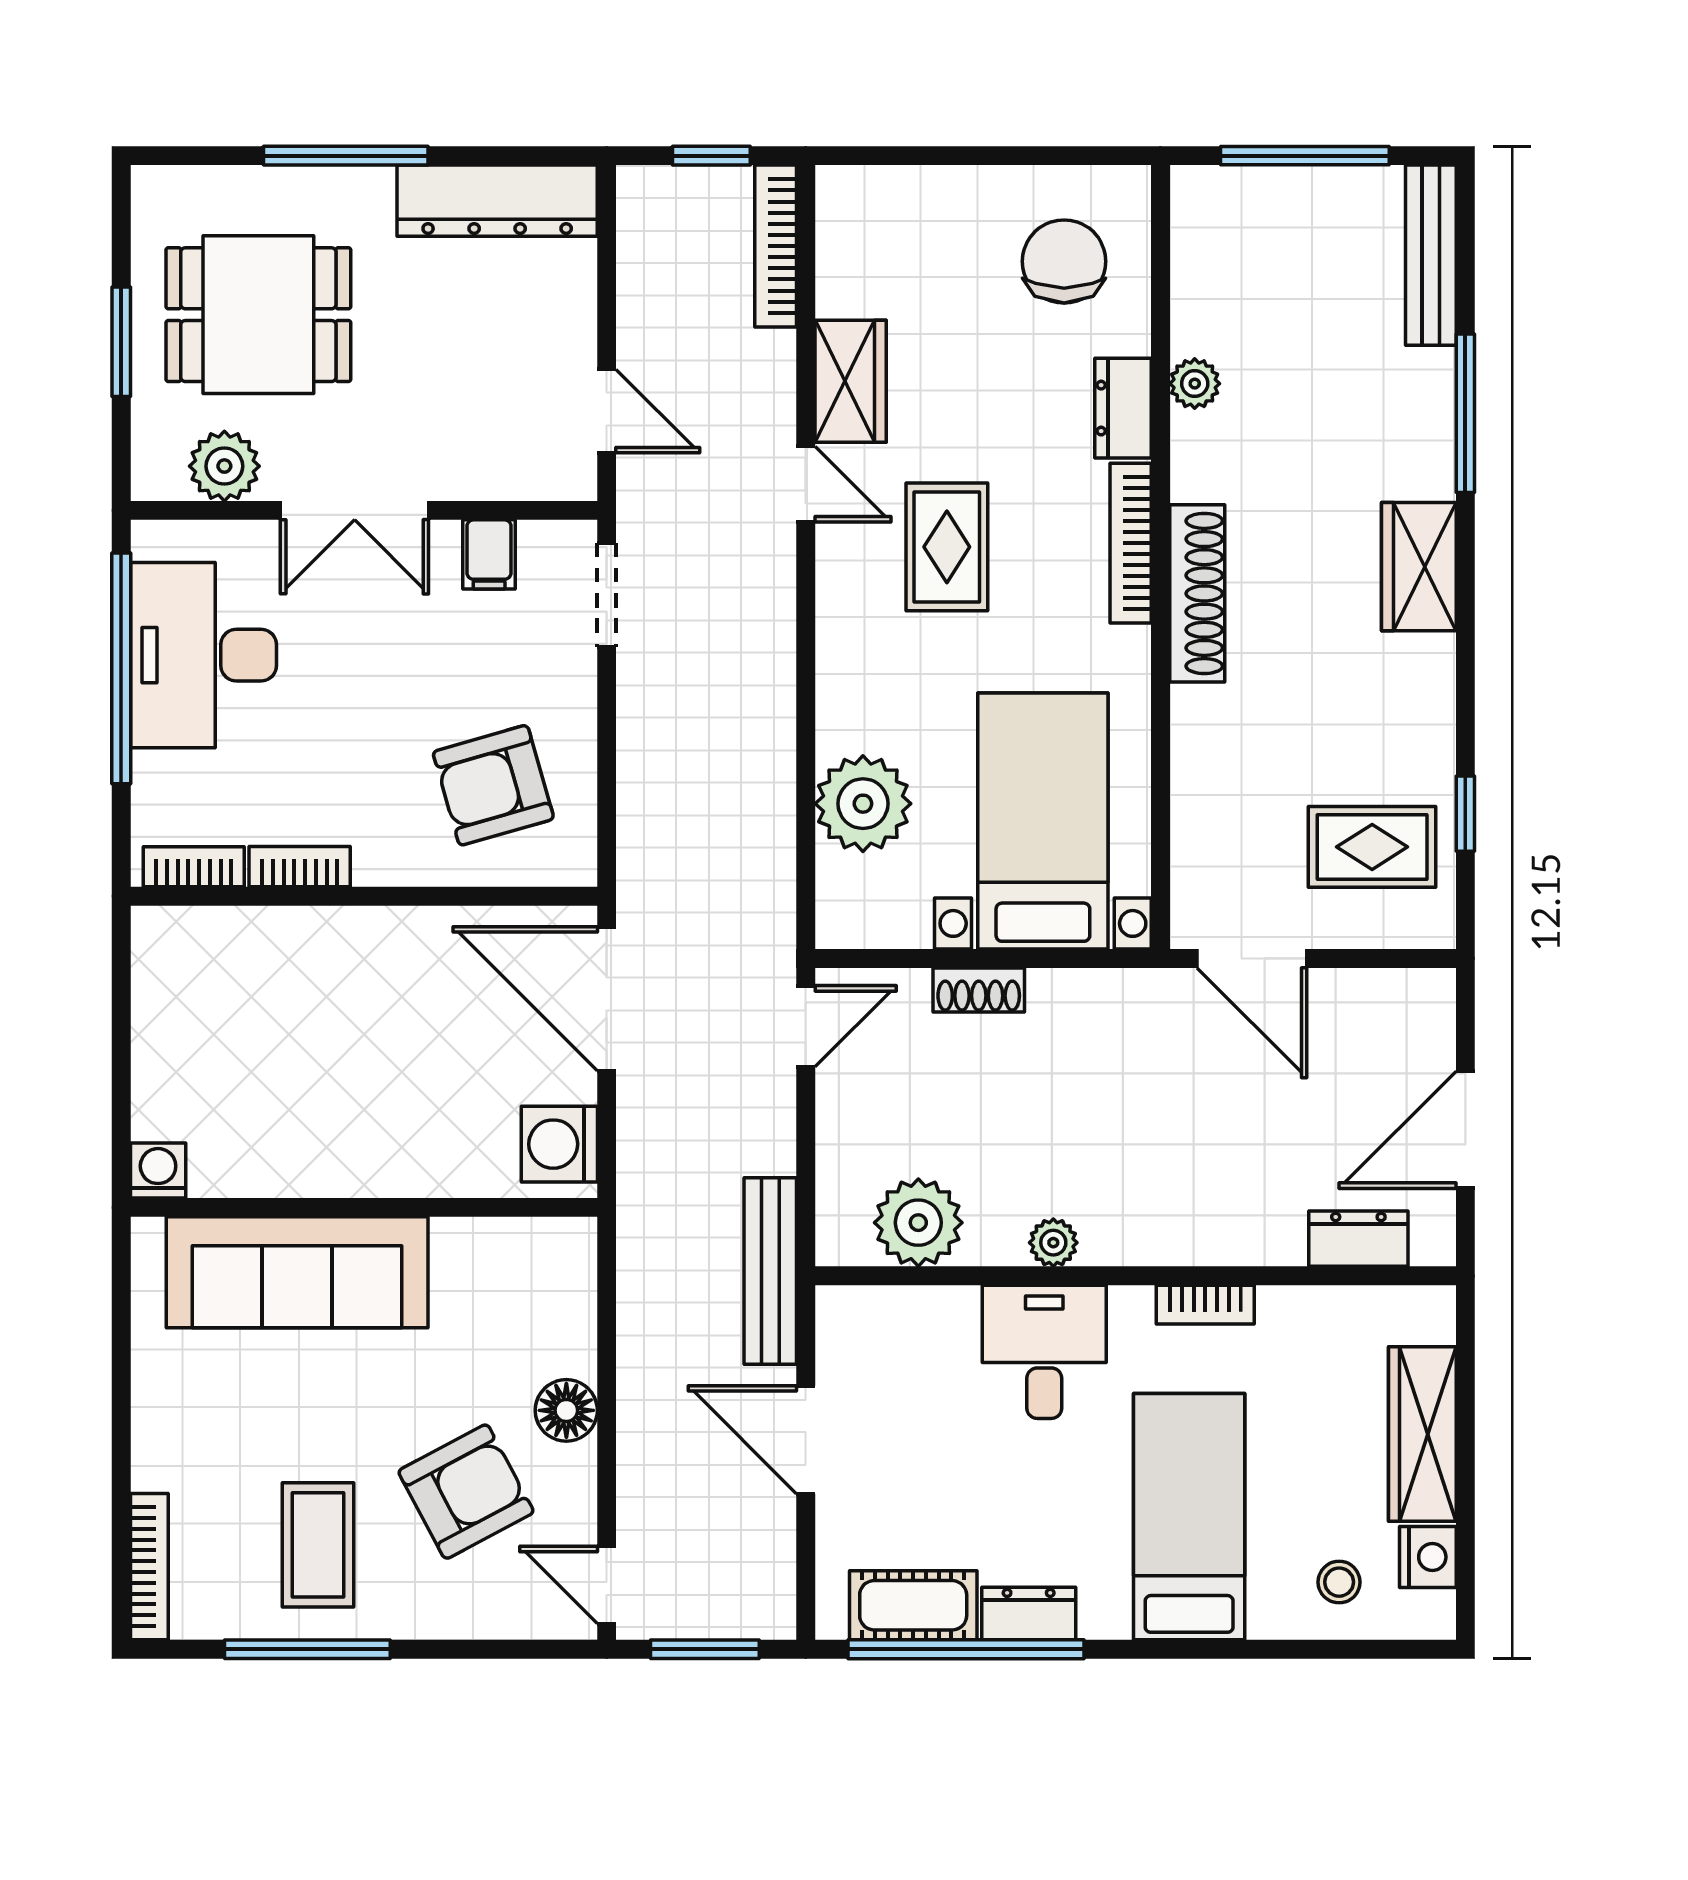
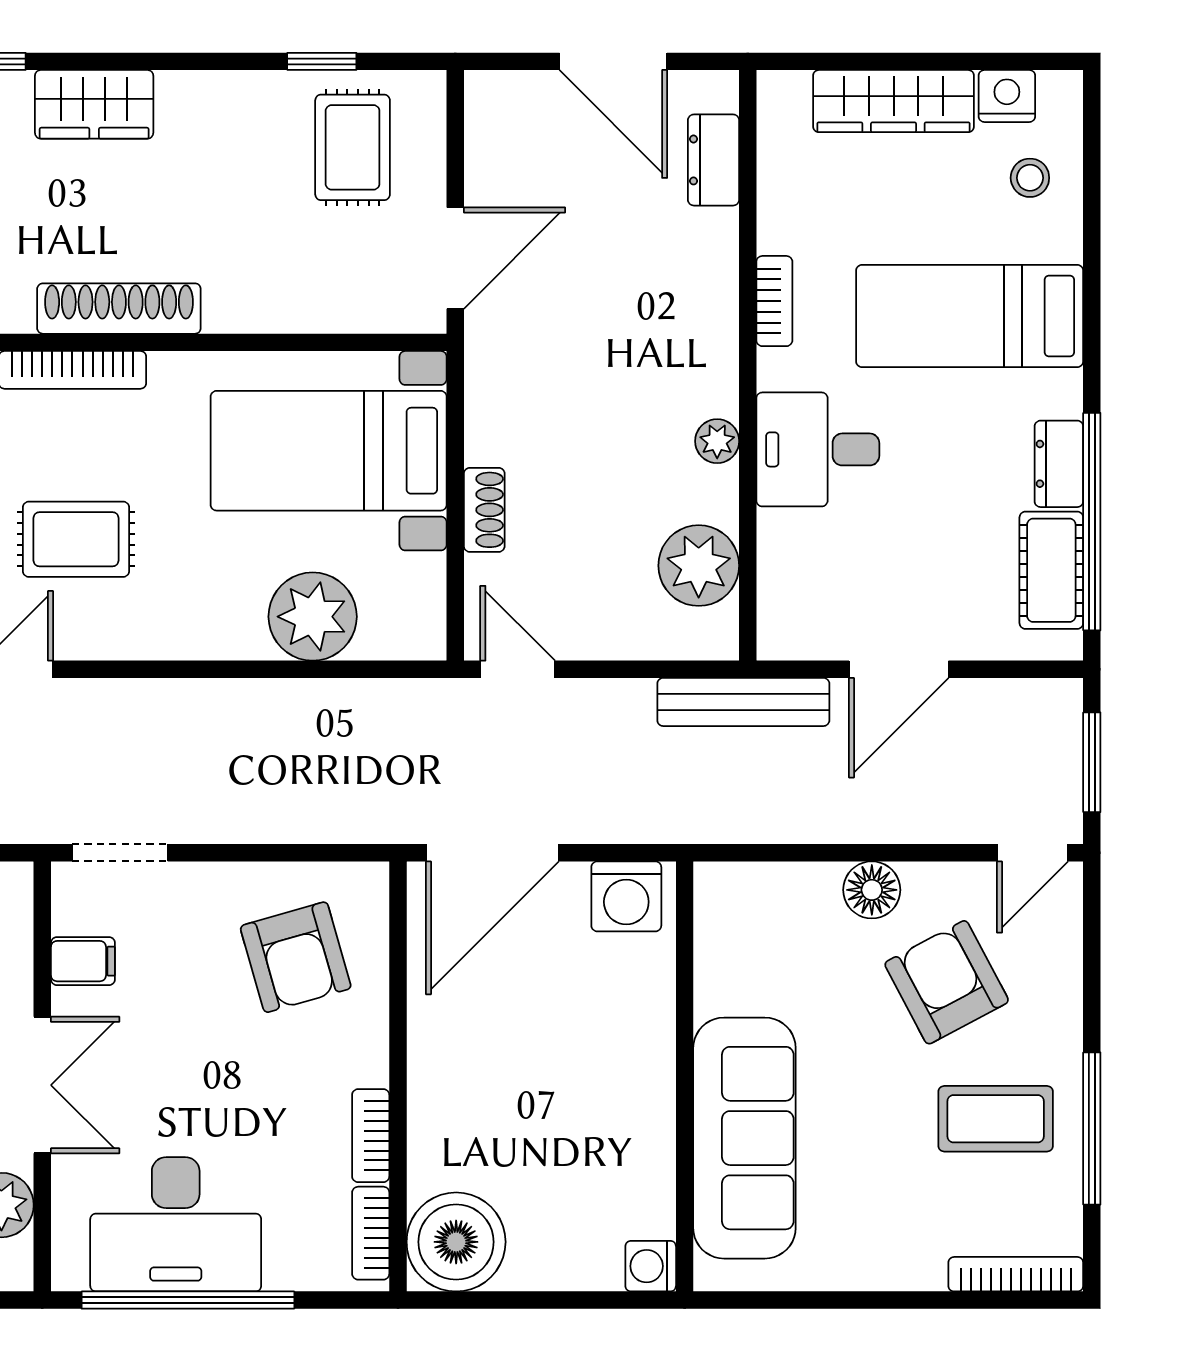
boiler: (184, 959) -> (456, 1242), added

